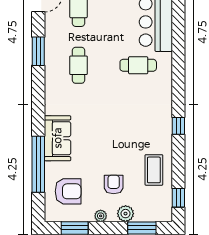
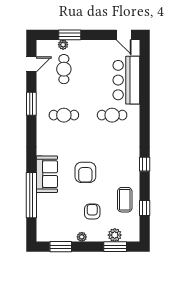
cafe table: (79, 65) -> (64, 115), turned 90
armchair: (68, 191) -> (85, 172), moved, turned 90
window: (178, 198) -> (145, 208), moved
plant: (126, 214) -> (115, 235), moved

